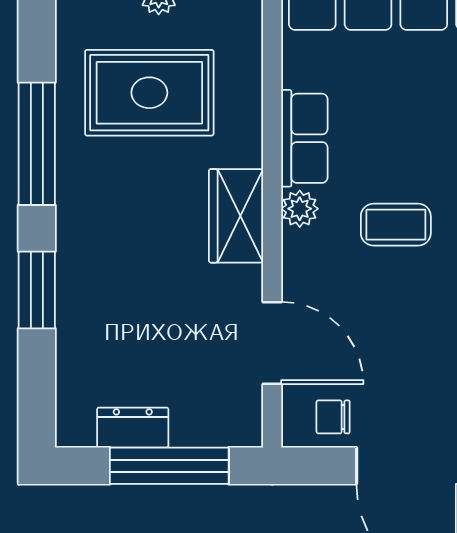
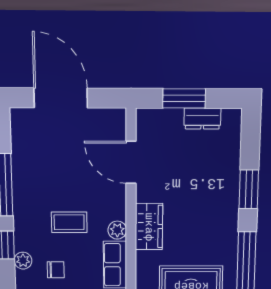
chair: (333, 417) -> (56, 270), moved
window: (169, 466) -> (184, 98), width x0.69

